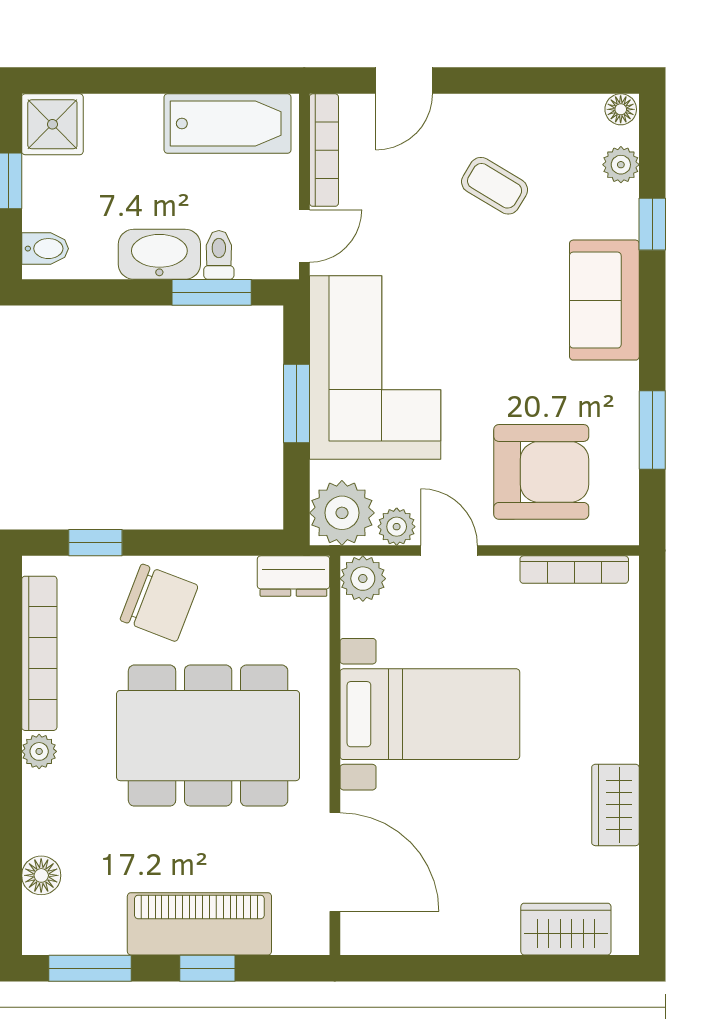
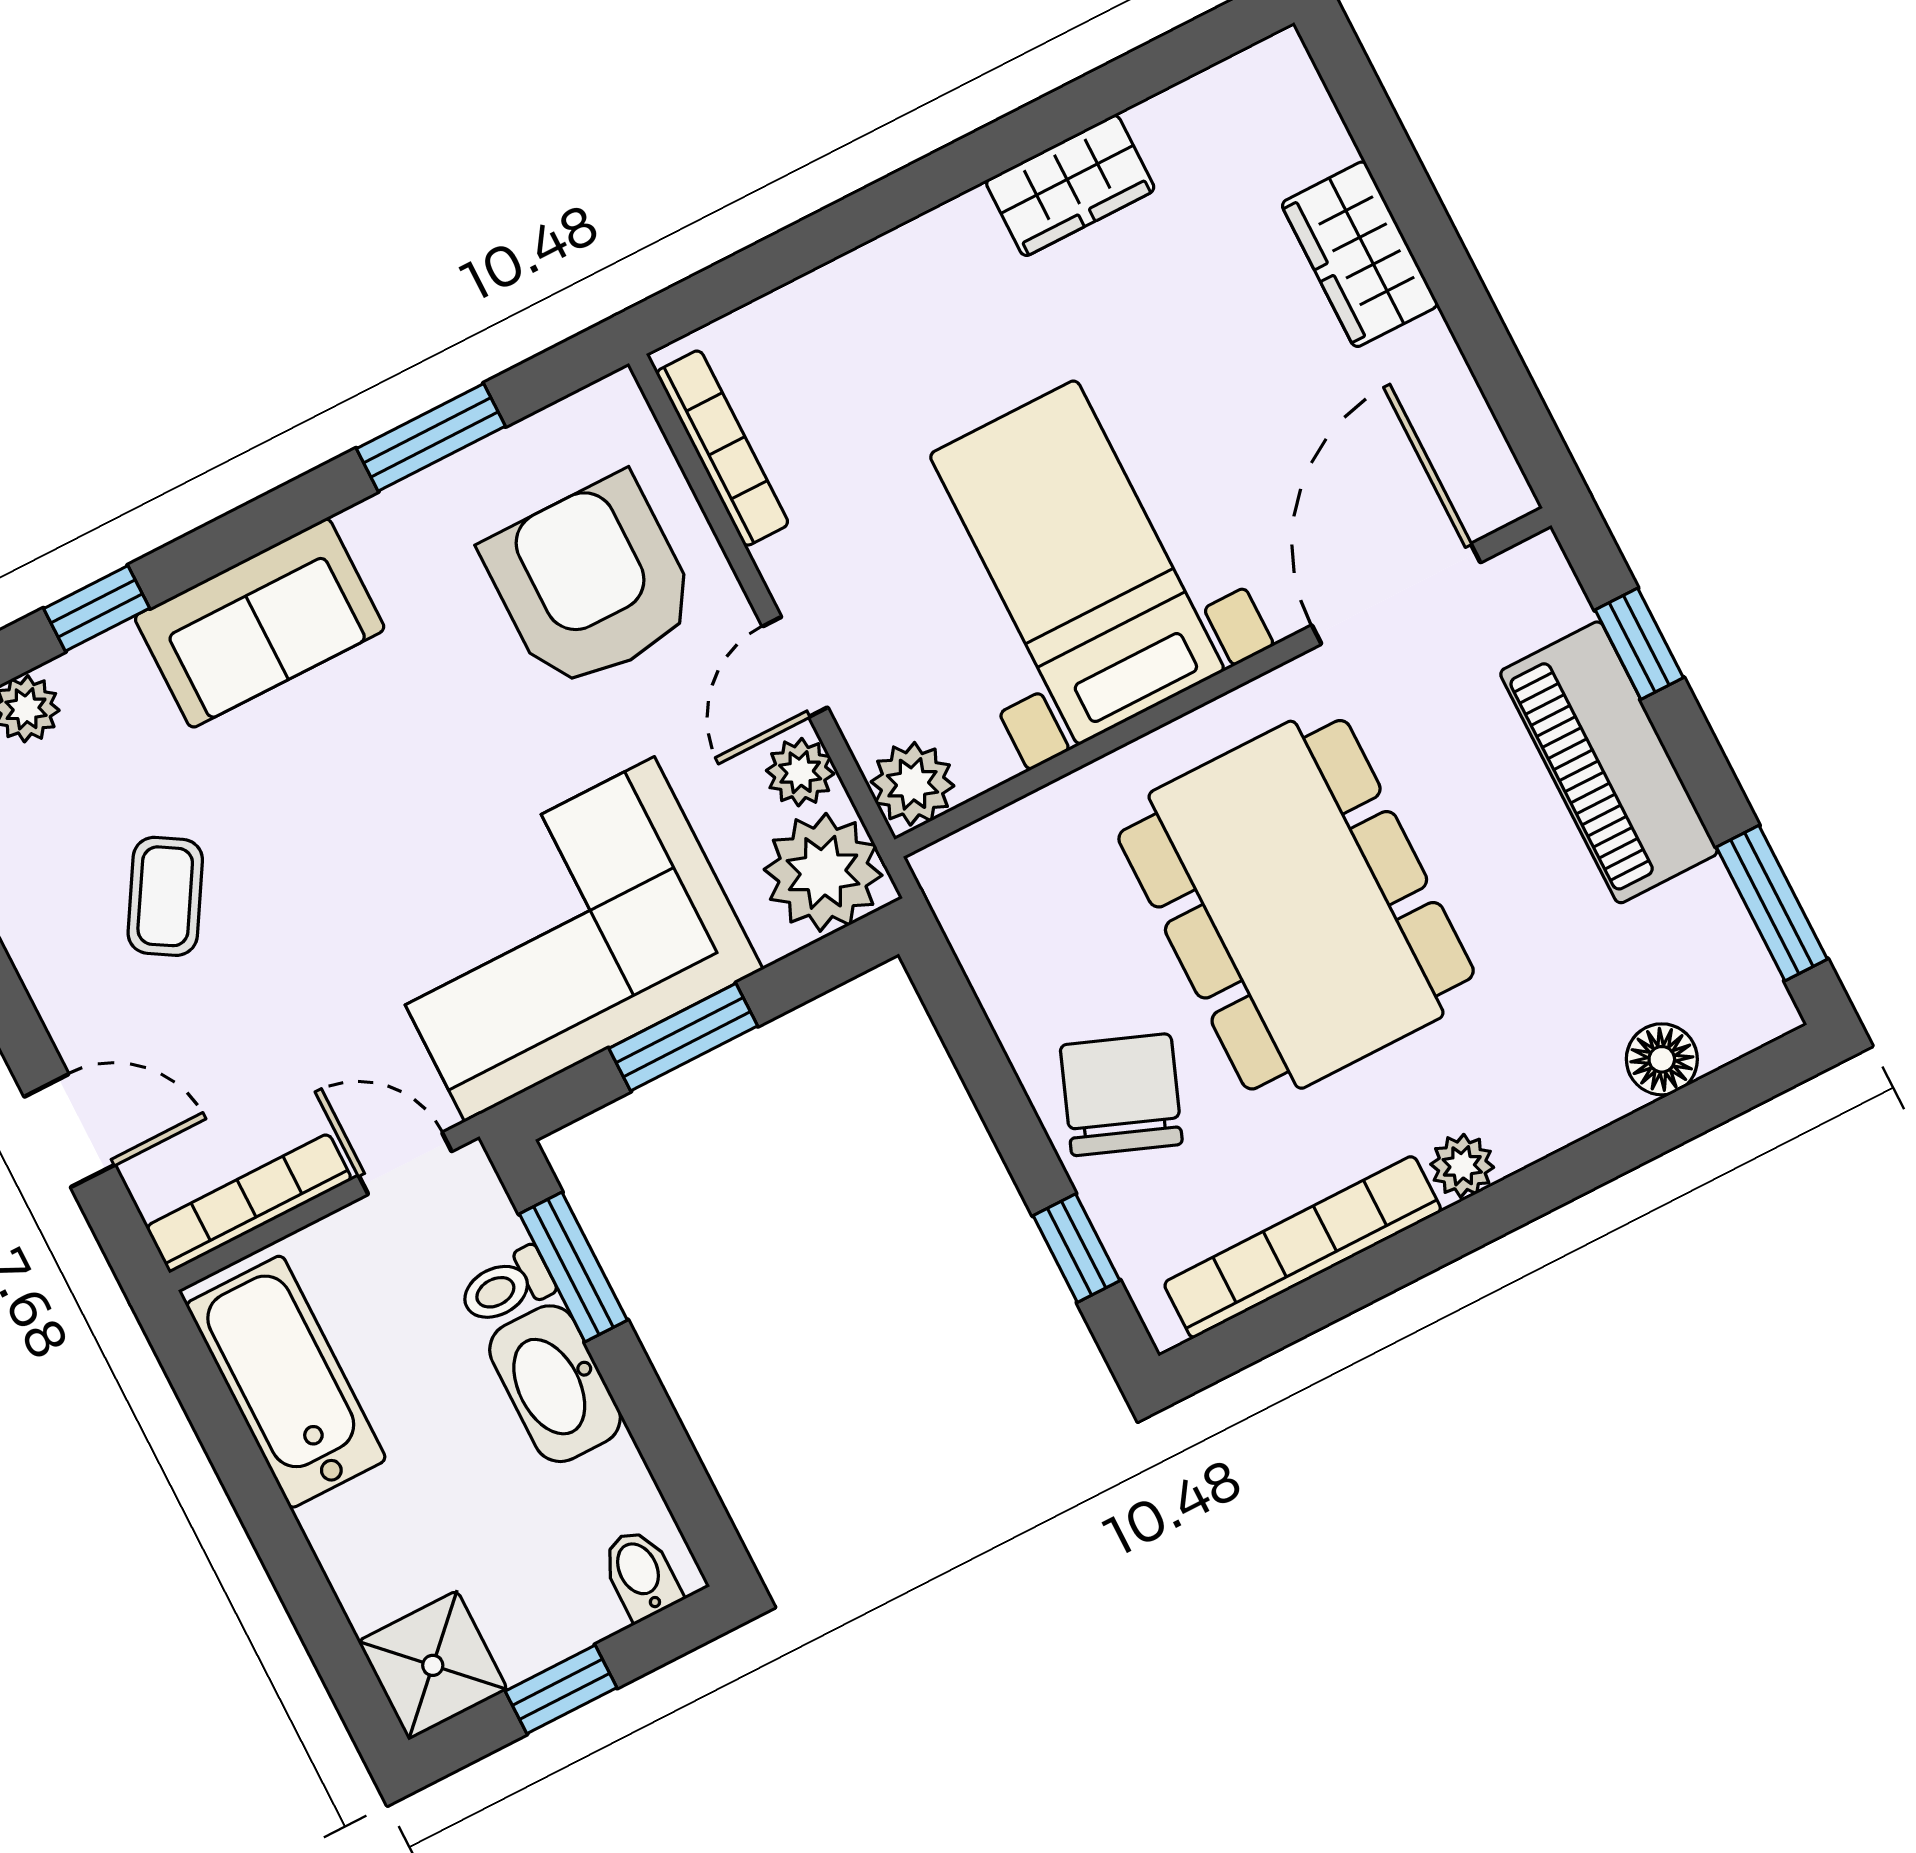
dresser: (293, 576) -> (966, 899), removed
wardrobe: (566, 929) -> (1360, 254), moved
window: (207, 968) -> (1639, 644), moved

